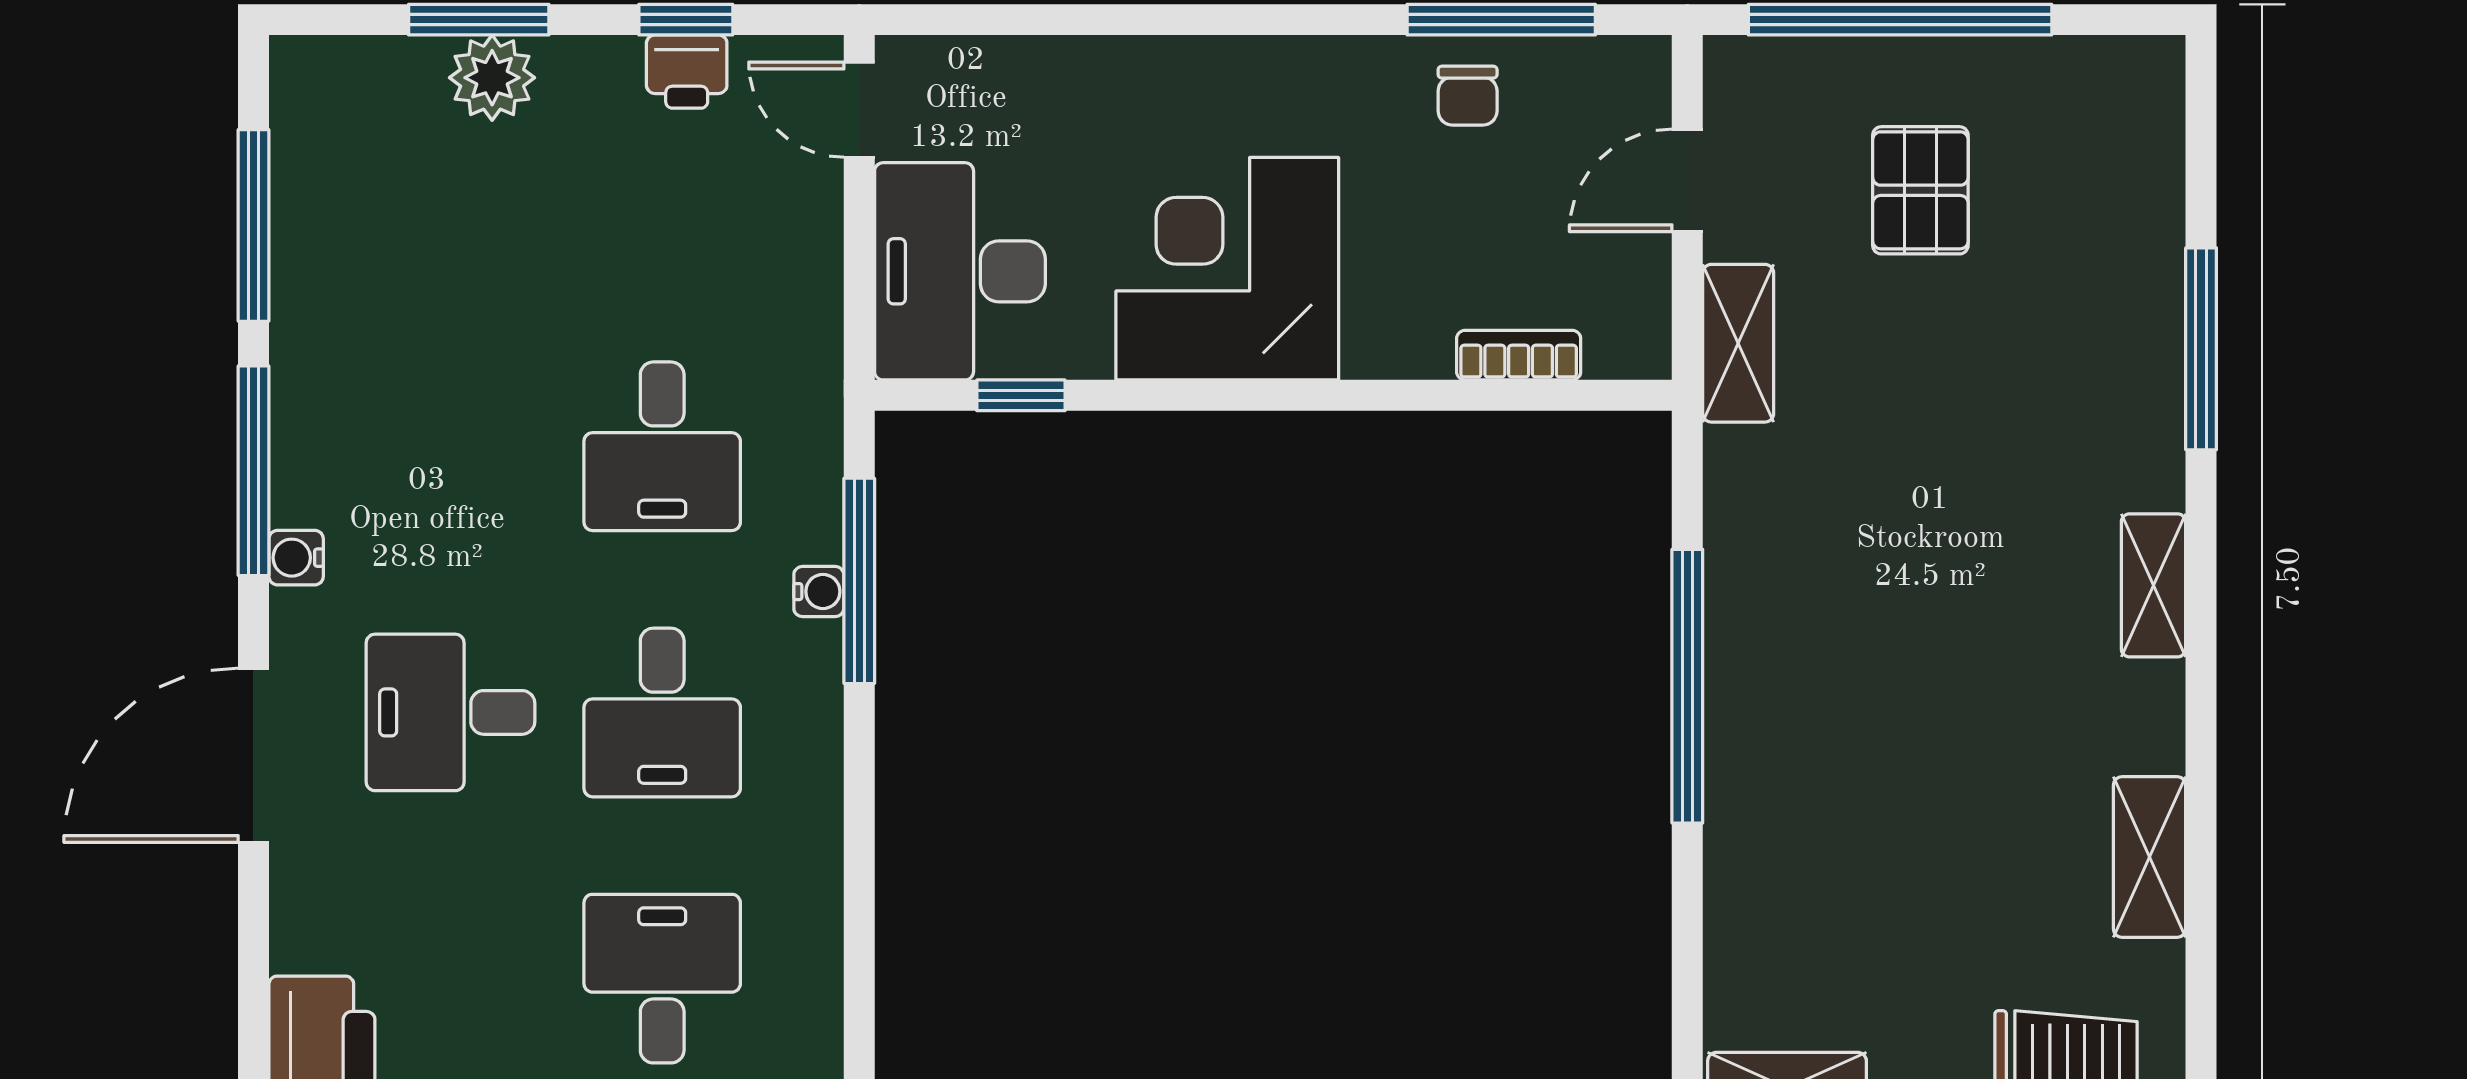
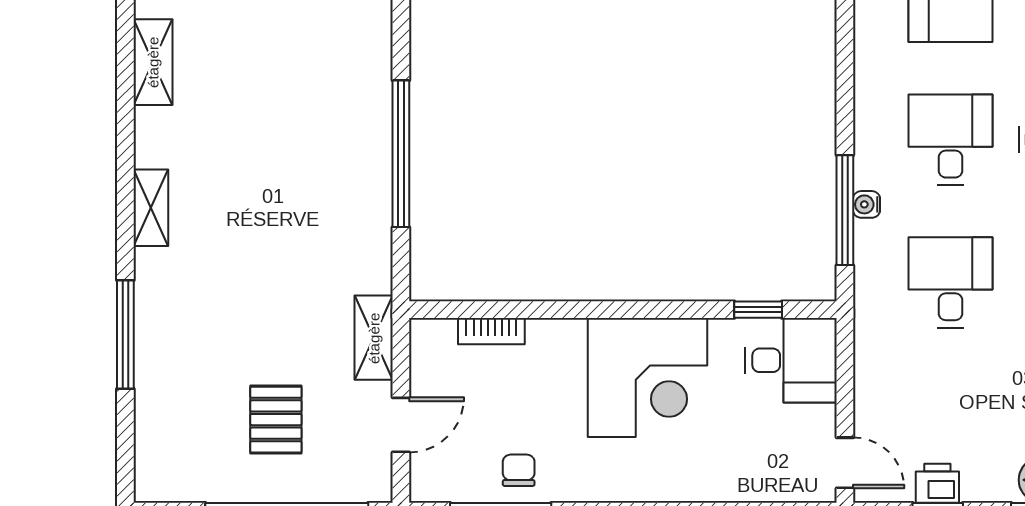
desk: (960, 271) -> (791, 360), width x0.73

